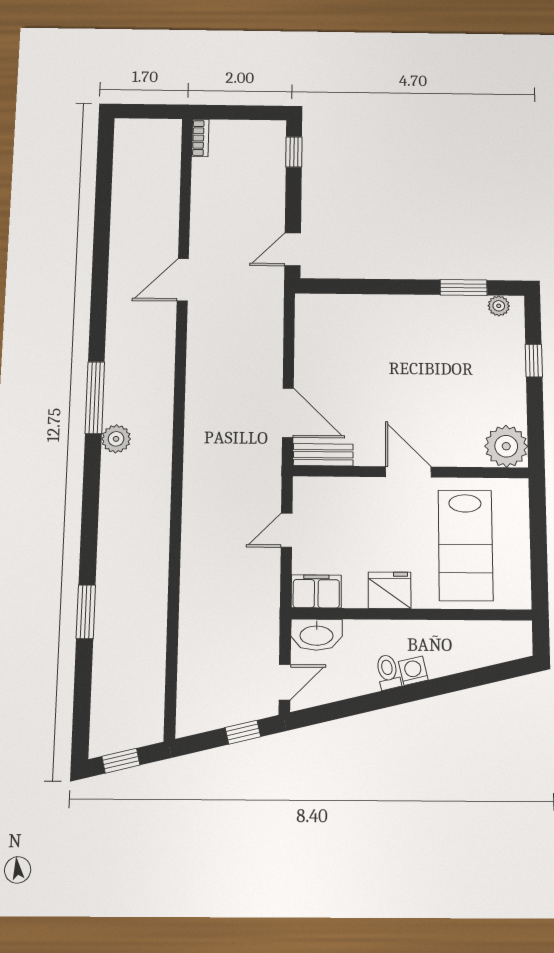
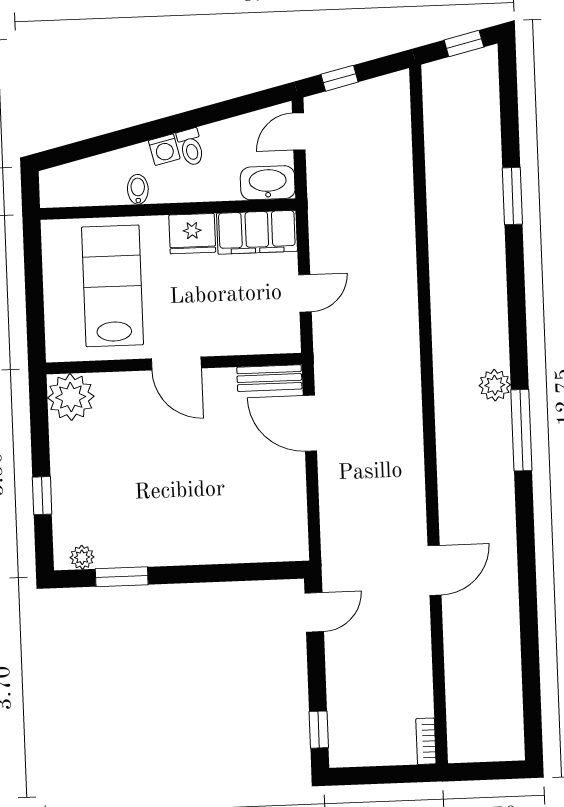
filing cabinet: (316, 591) -> (257, 232), width x1.50, depth x1.17
bidet: (439, 634) -> (138, 189), added

